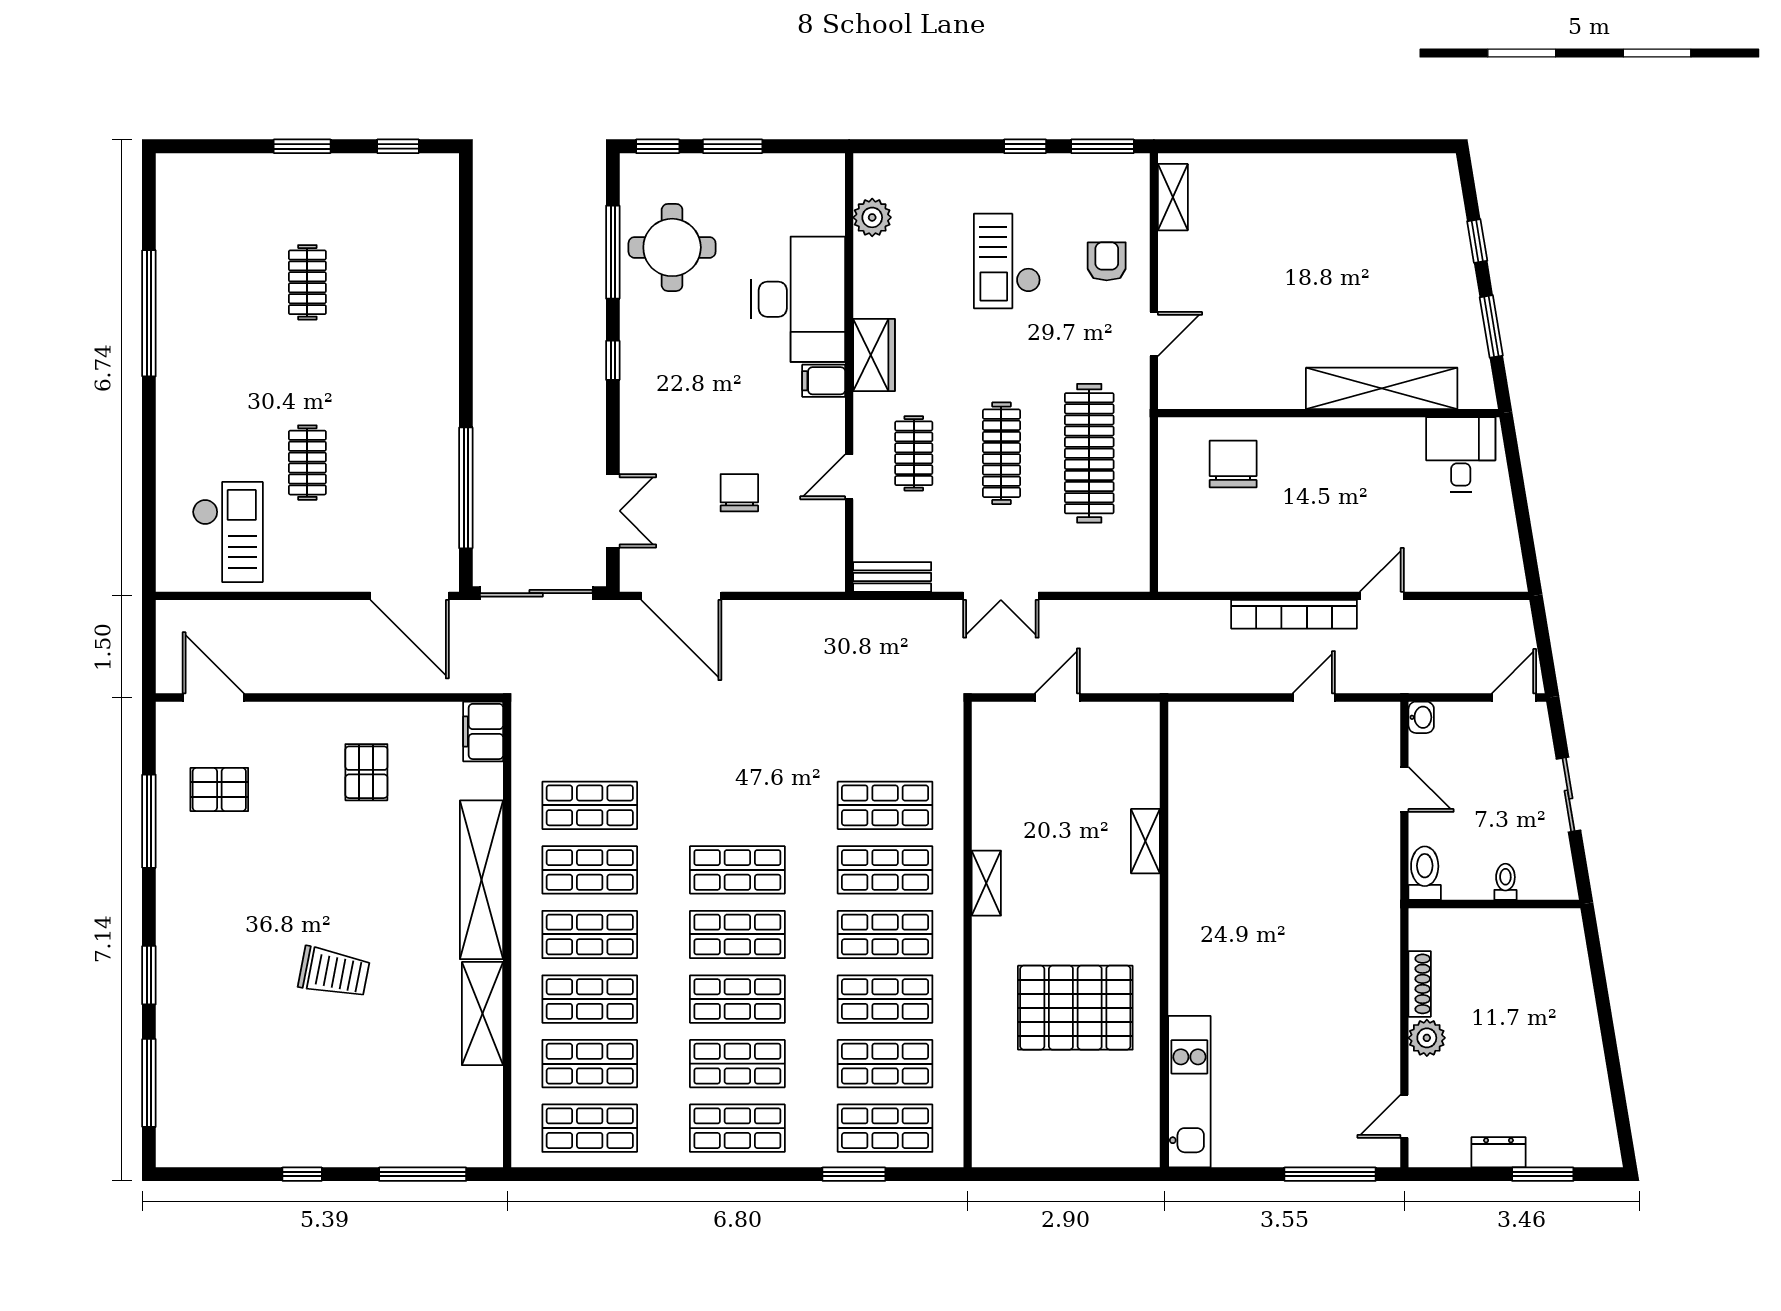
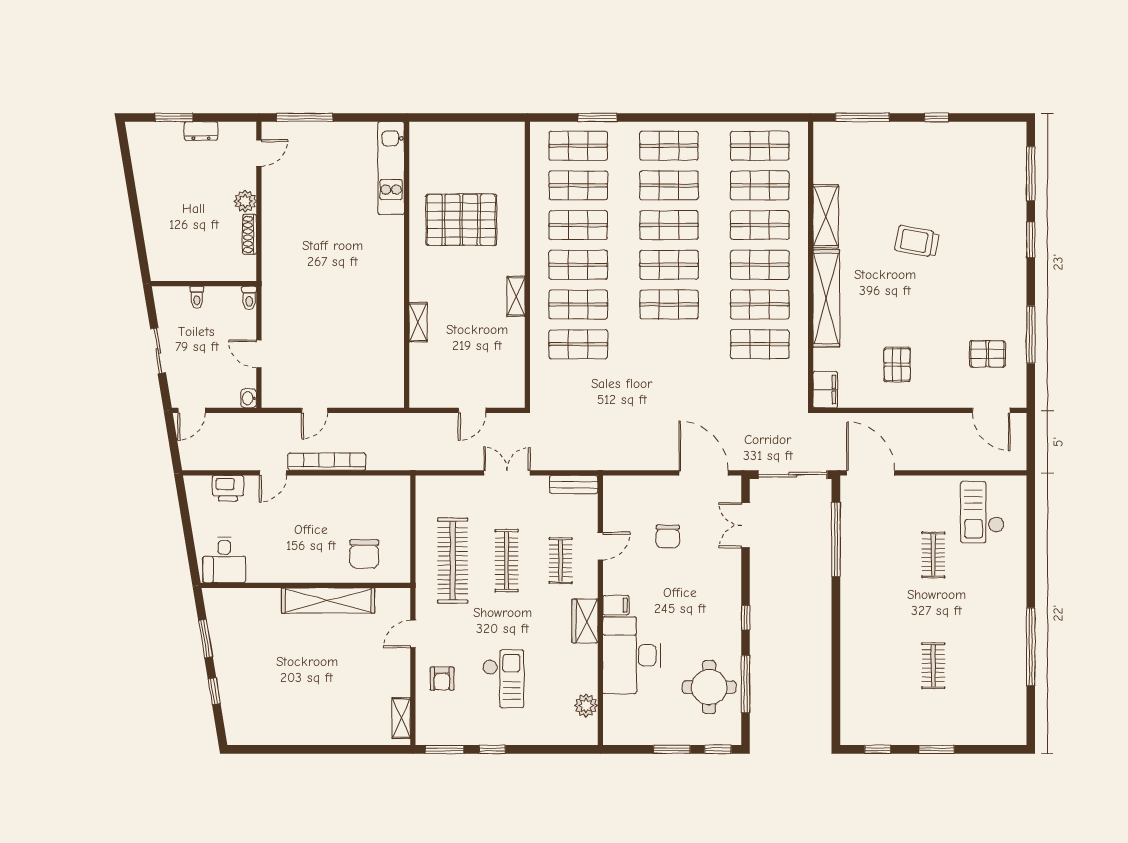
shelving: (1382, 388) -> (328, 601), moved
printer: (1455, 571) -> (228, 488), added
toilet: (1425, 873) -> (249, 298), width x0.73, depth x0.72

